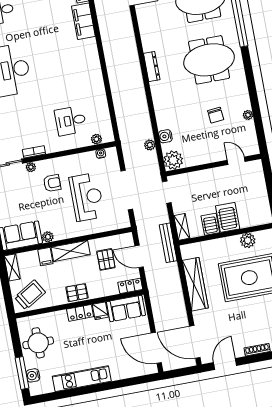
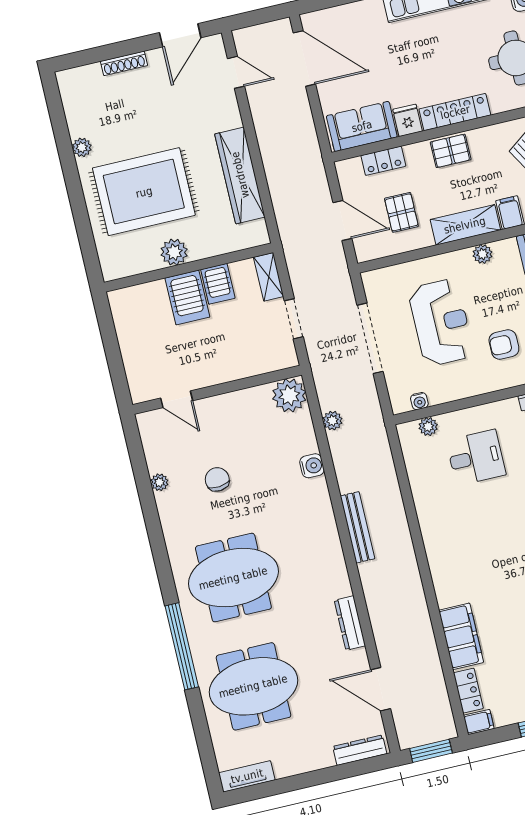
dresser: (152, 67) -> (350, 623), moved
water cooler: (165, 136) -> (312, 466), moved
doorway: (167, 192) -> (294, 319), moved
reception desk: (87, 197) -> (441, 322), turned 180
plant: (48, 237) -> (482, 254), moved
plant: (248, 240) -> (174, 252), moved
bench: (168, 243) -> (357, 527), moved
locker: (130, 286) -> (383, 161), moved
locker: (80, 313) -> (455, 112), width x1.53
door: (195, 342) -> (236, 72), width x0.53

